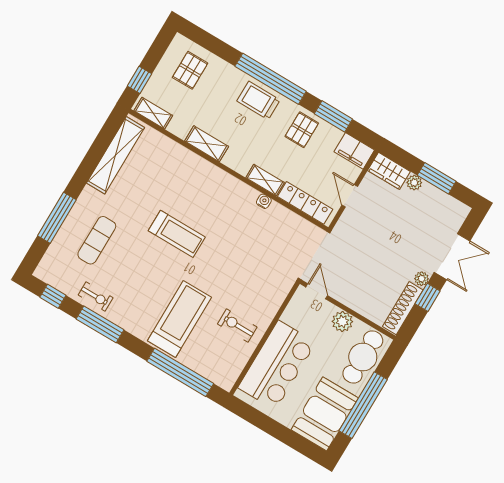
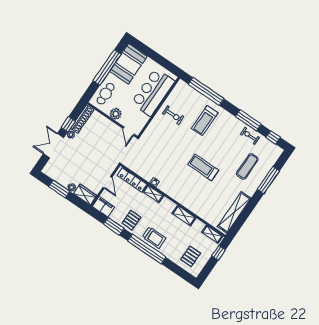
treadmill: (179, 319) -> (205, 121), width x0.73, depth x0.73
cafe table: (363, 357) -> (106, 94), width x0.73, depth x0.74

